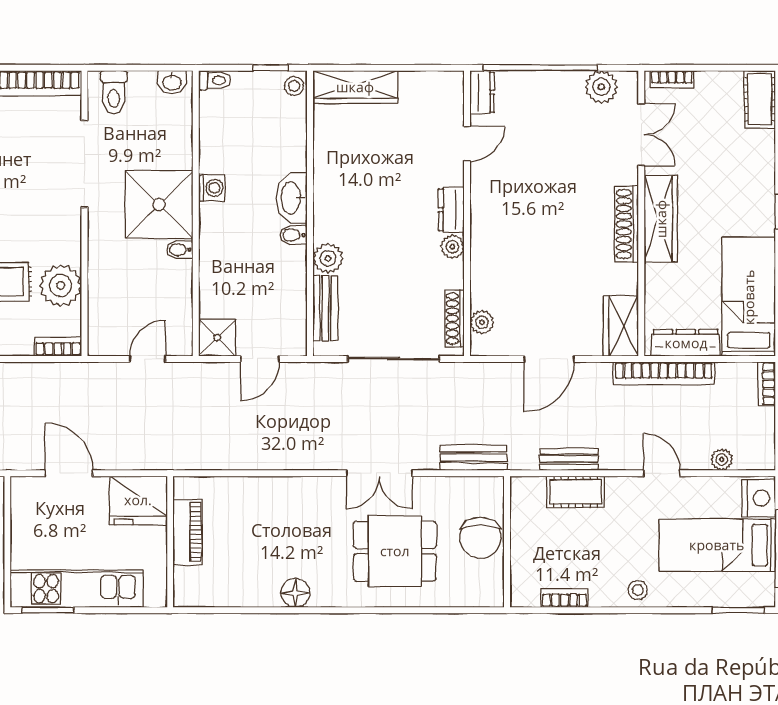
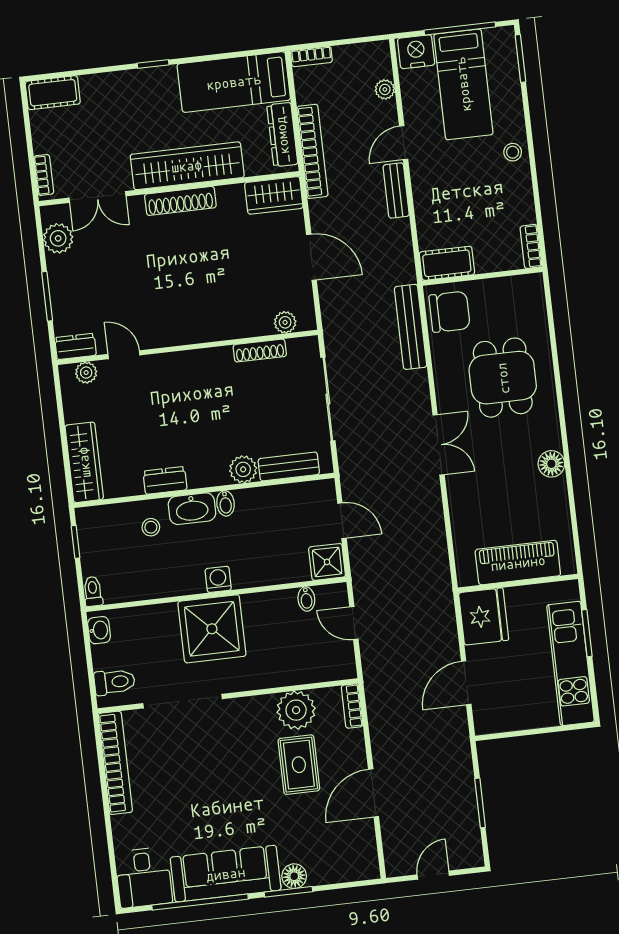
window: (540, 68) -> (47, 296), width x0.47
stool: (294, 86) -> (151, 527), moved
double door: (641, 135) -> (97, 197), swing flipped
washing machine: (212, 188) -> (218, 579), moved
dresser: (451, 210) -> (165, 480), moved, turned 180
wardrobe: (661, 219) -> (187, 166), width x1.40, depth x1.17
plant: (452, 247) -> (86, 373), moved
bidet: (180, 250) -> (306, 599), moved
shoe rack: (455, 318) -> (260, 351), moved
bench: (473, 458) -> (411, 327), width x1.36
bench: (569, 459) -> (396, 191), moved
double door: (379, 473) -> (439, 445), moved
cot: (576, 492) -> (447, 263), moved, turned 90
piano: (188, 532) -> (518, 563), width x1.37, depth x1.33
chair: (481, 538) -> (450, 312), moved
bookcase: (564, 598) -> (531, 246), moved
window: (48, 610) -> (587, 633), moved

